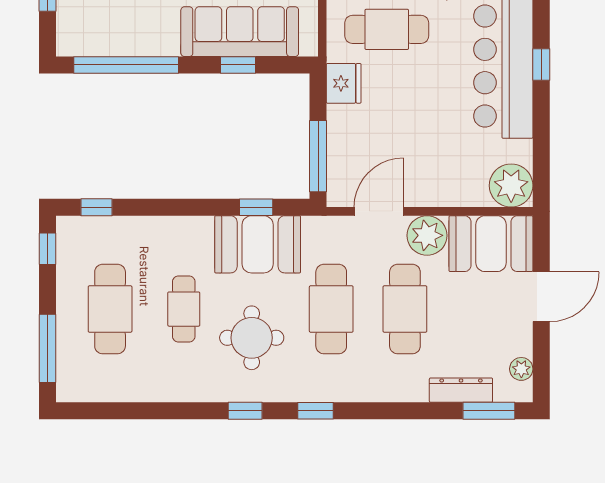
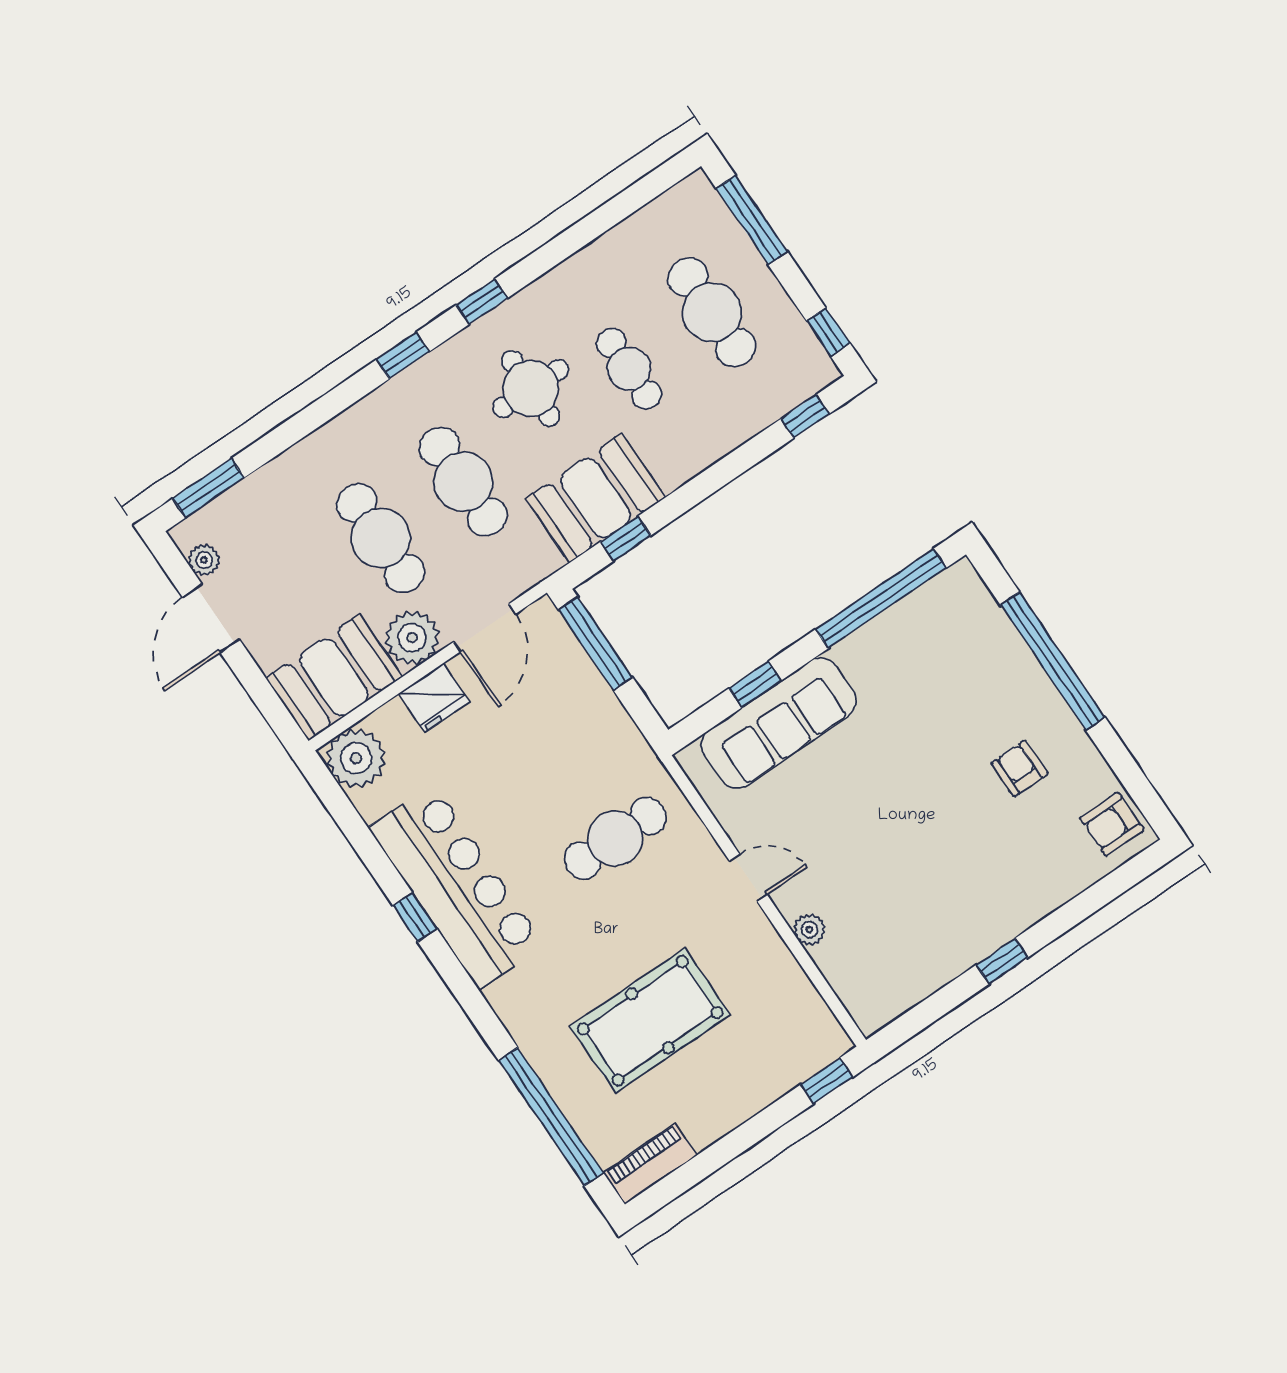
fridge: (344, 83) -> (434, 698), moved, turned -90
door: (541, 297) -> (211, 618), moved
dresser: (461, 390) -> (256, 490), removed

